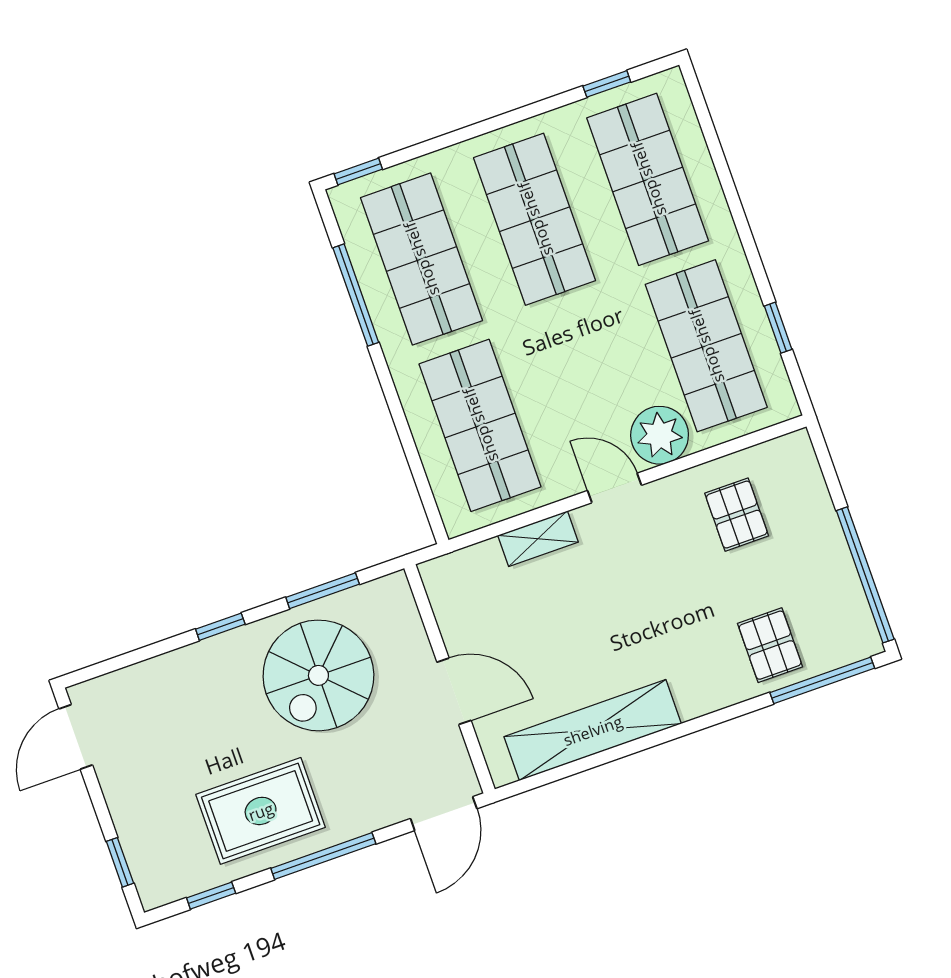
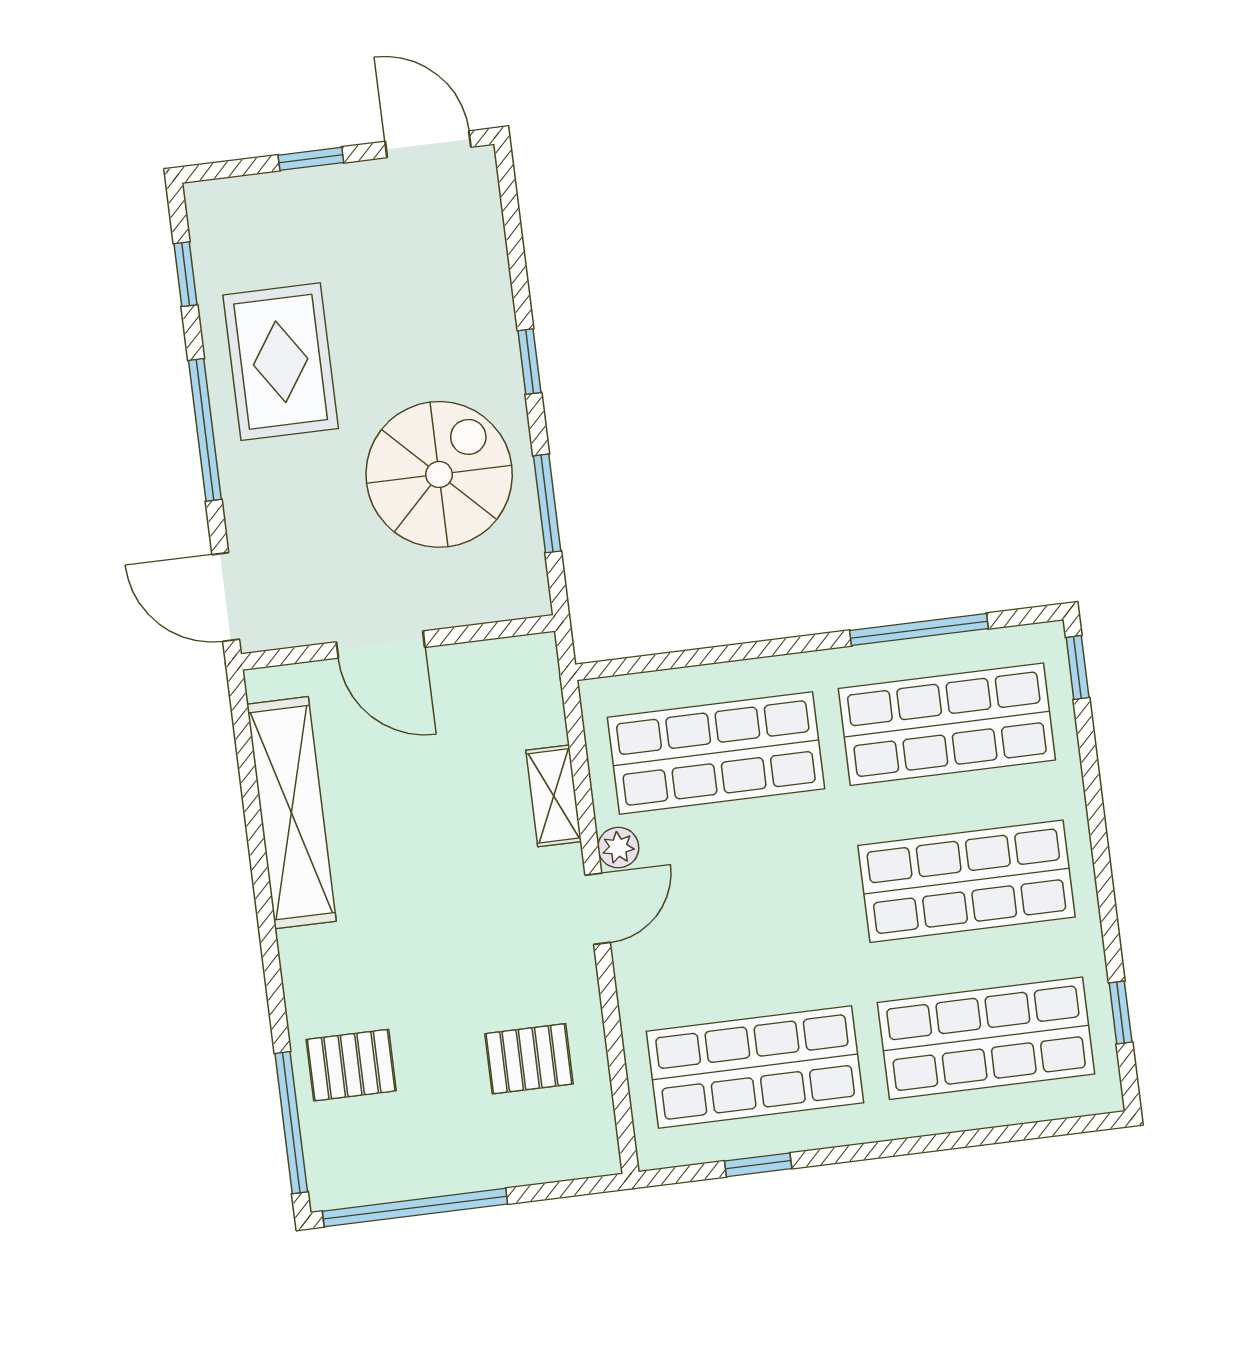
plant: (660, 435) -> (618, 848), moved, width x0.53, depth x0.53
spiral stairs: (318, 675) -> (439, 474), turned 90
door: (454, 691) -> (381, 645), hinge flipped
window: (120, 862) -> (311, 159), moved

